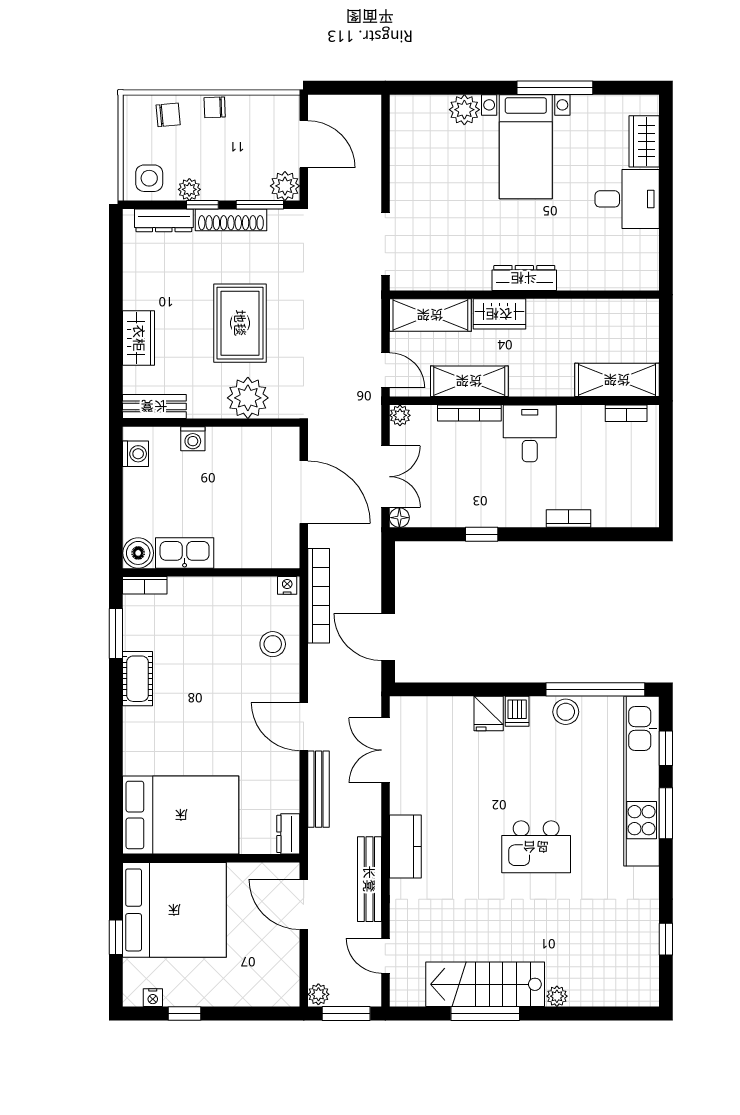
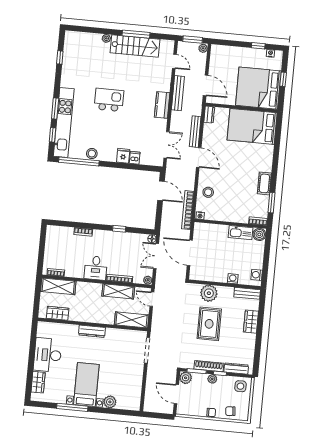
plant: (189, 189) -> (212, 379), moved
desk: (627, 199) -> (48, 355), width x1.37
wardrobe: (499, 314) -> (58, 313), moved
dishwasher: (517, 711) -> (135, 158), moved

